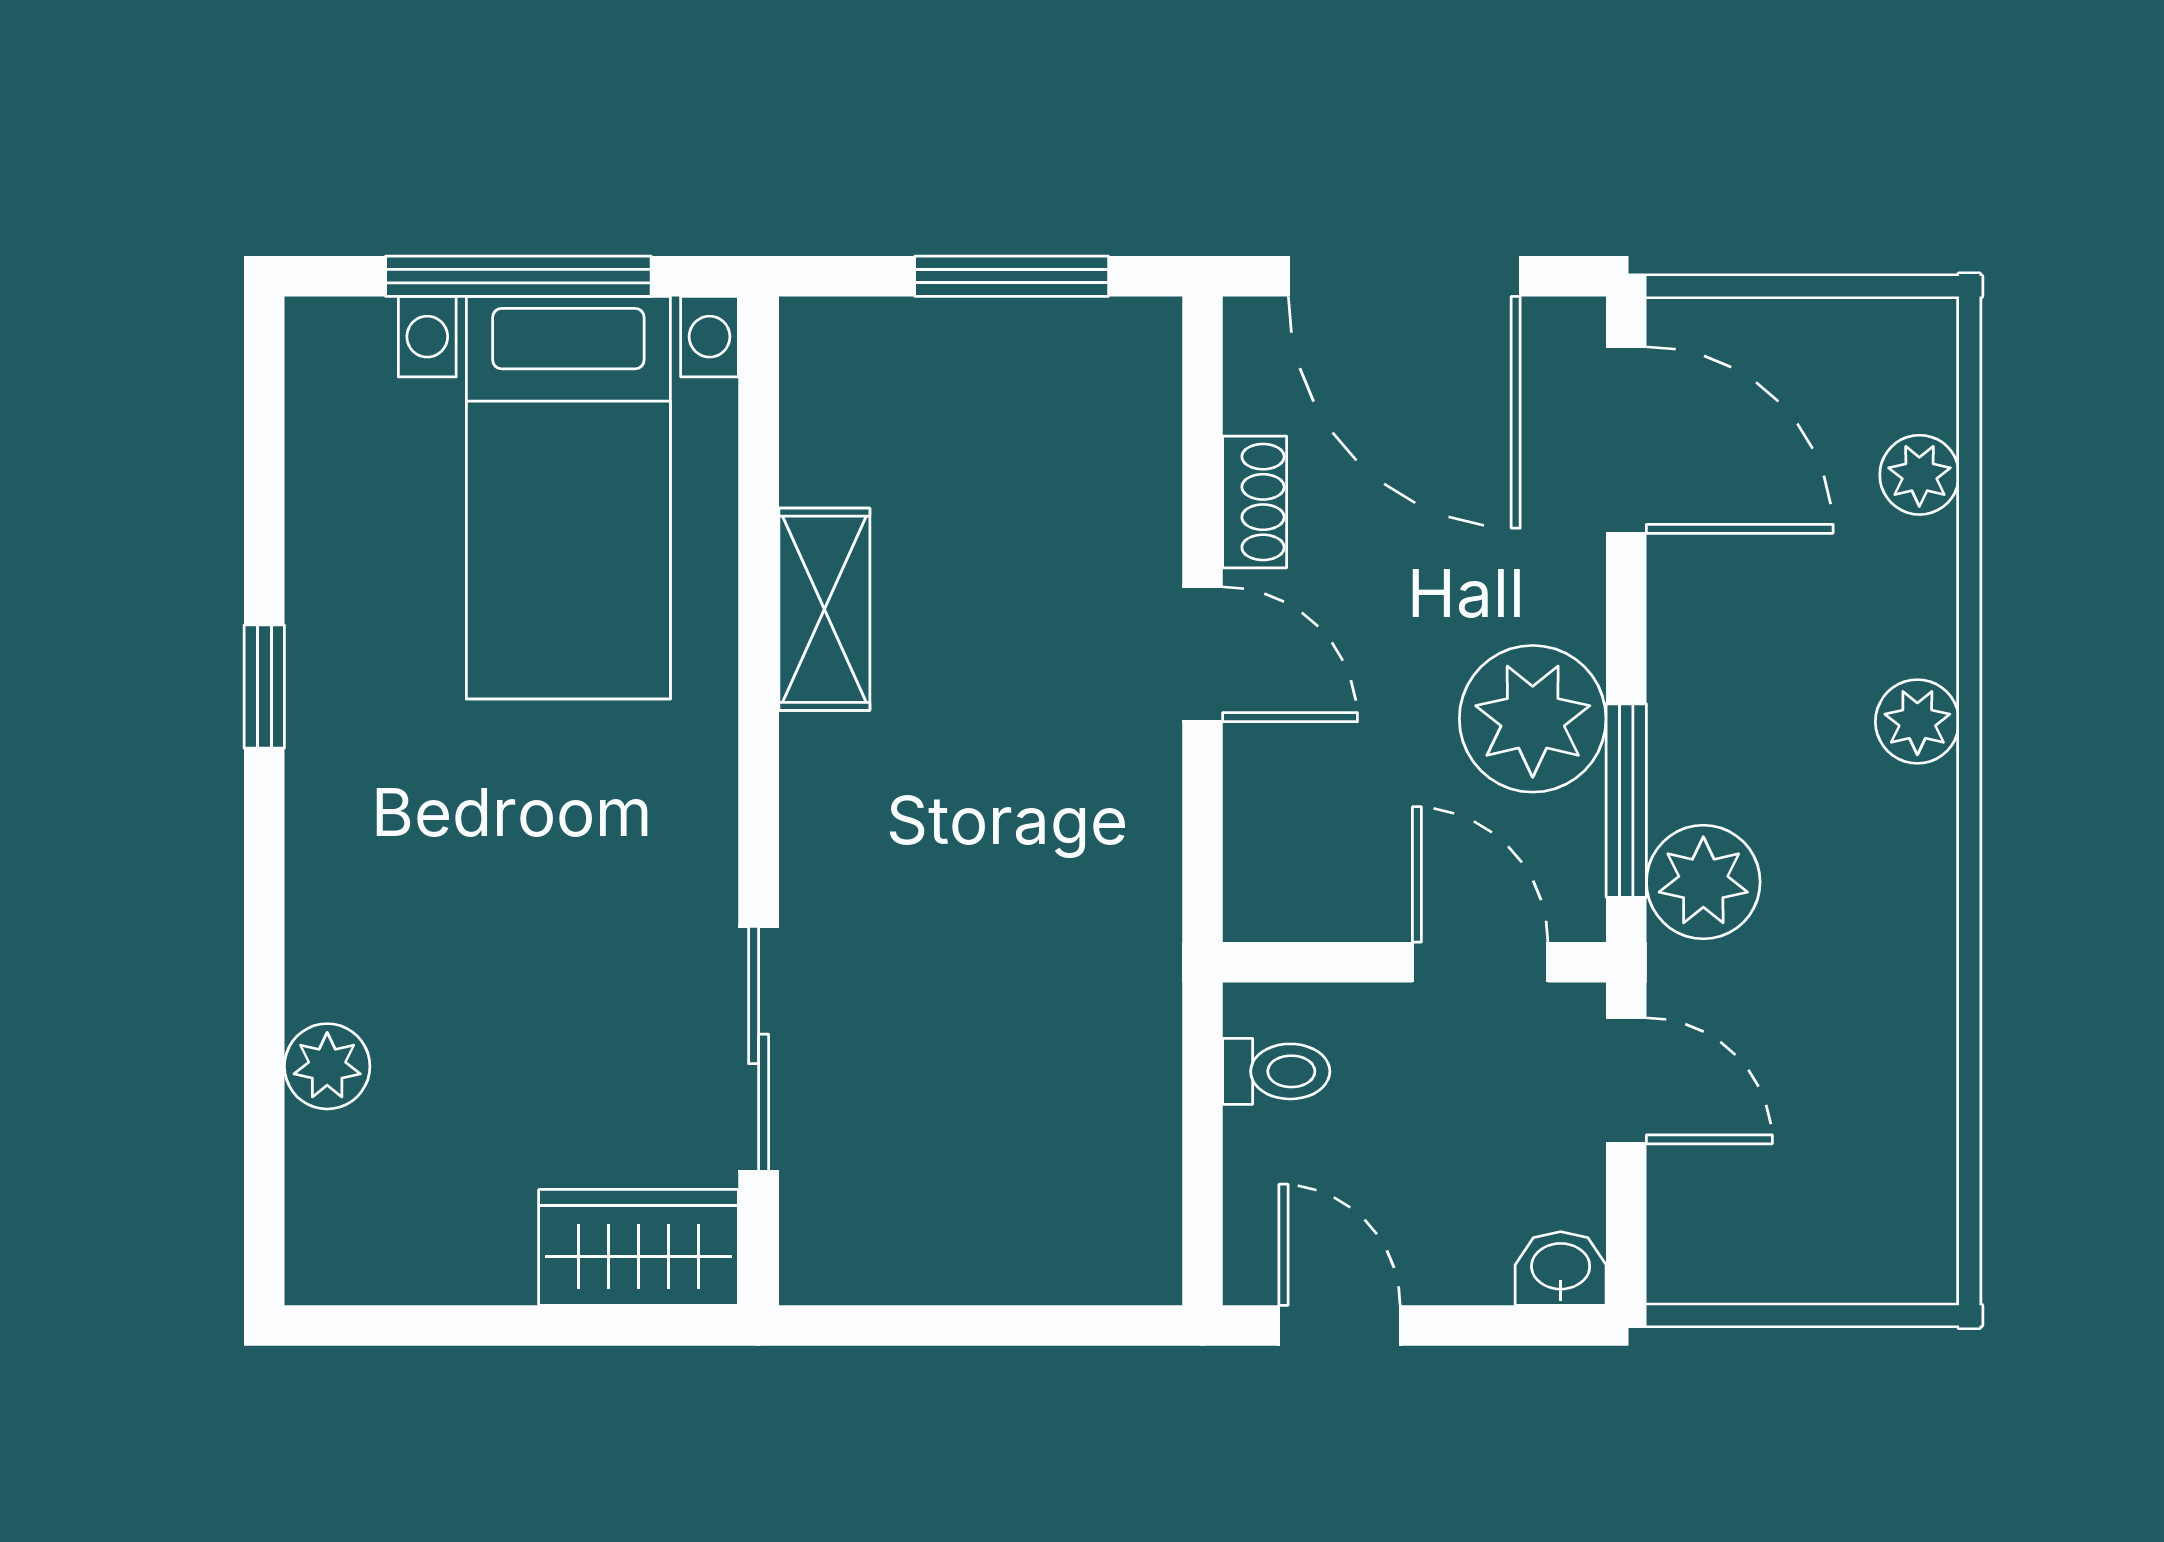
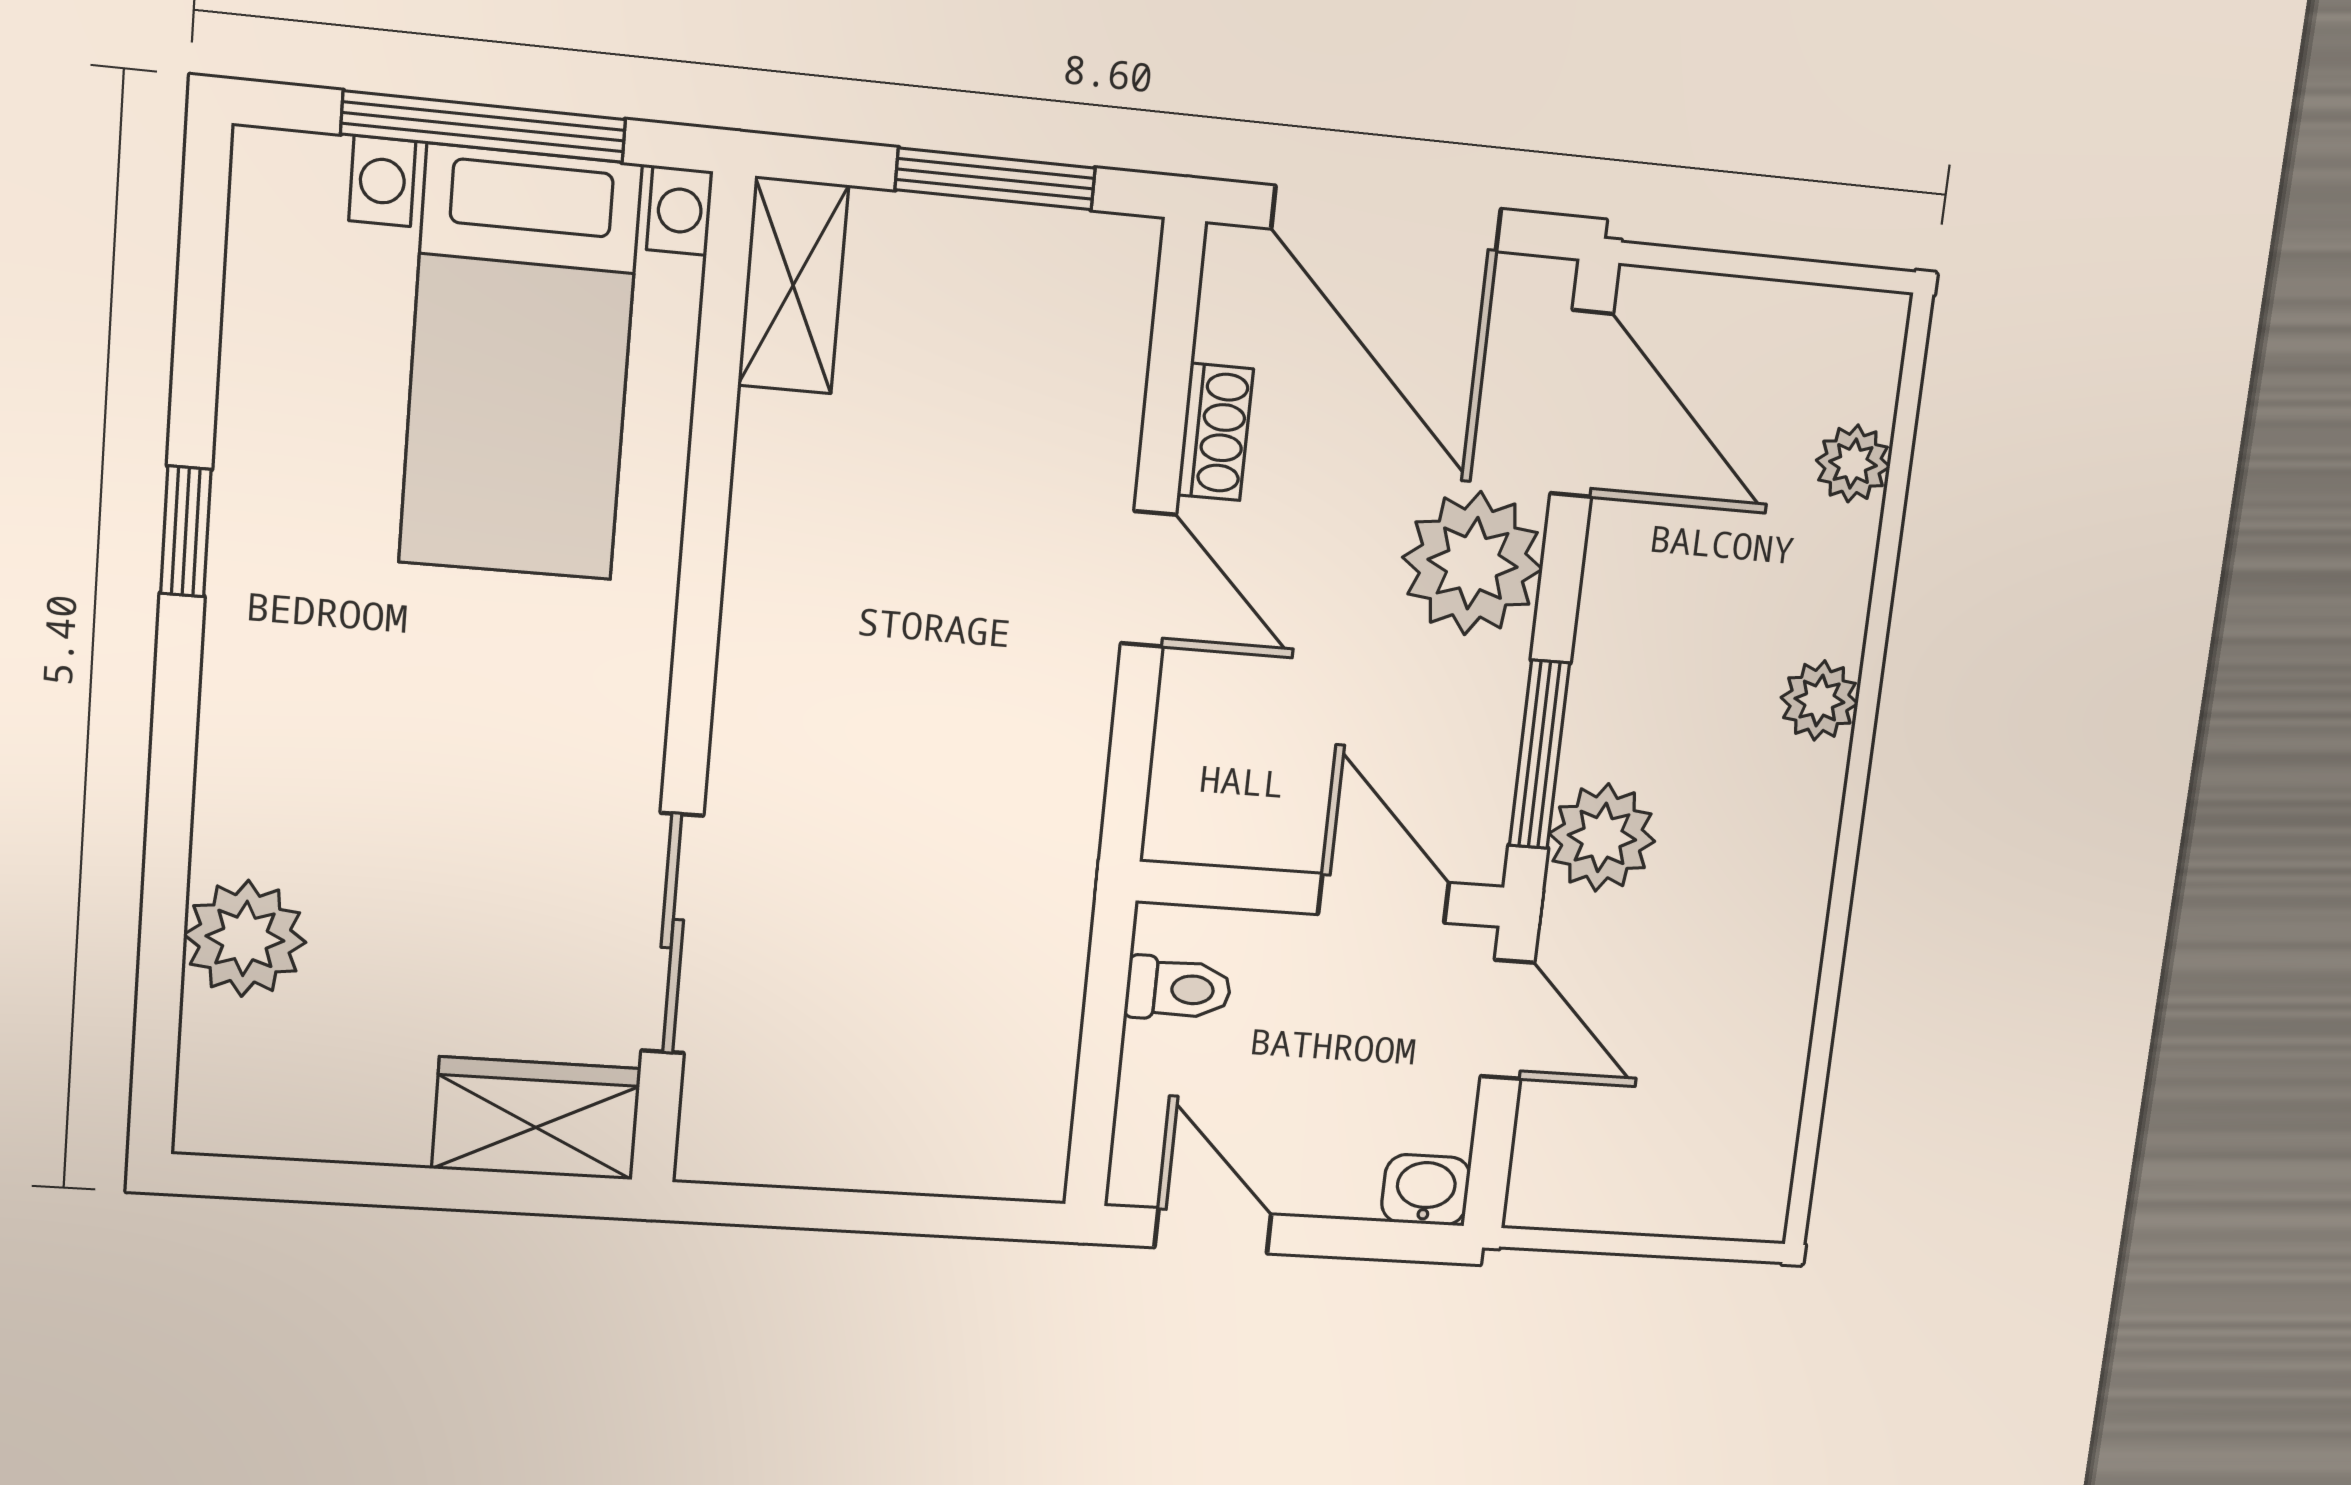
shelving: (824, 609) -> (793, 285), moved
plant: (1533, 719) -> (1473, 563), moved
plant: (327, 1066) -> (245, 938), width x1.38, depth x1.38

